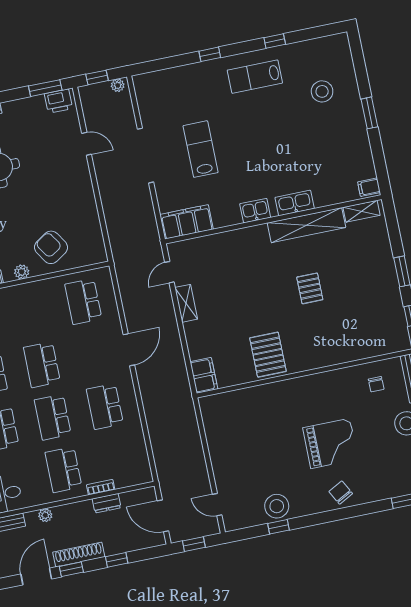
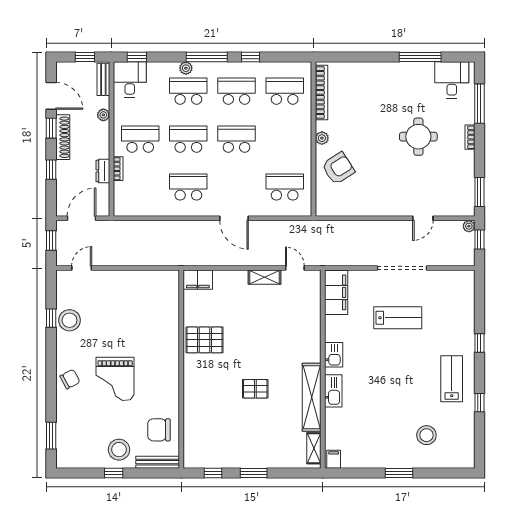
plant: (118, 85) -> (469, 226), moved
printer: (58, 101) -> (466, 201), removed
chair: (376, 384) -> (159, 430), width x1.87, depth x1.87

